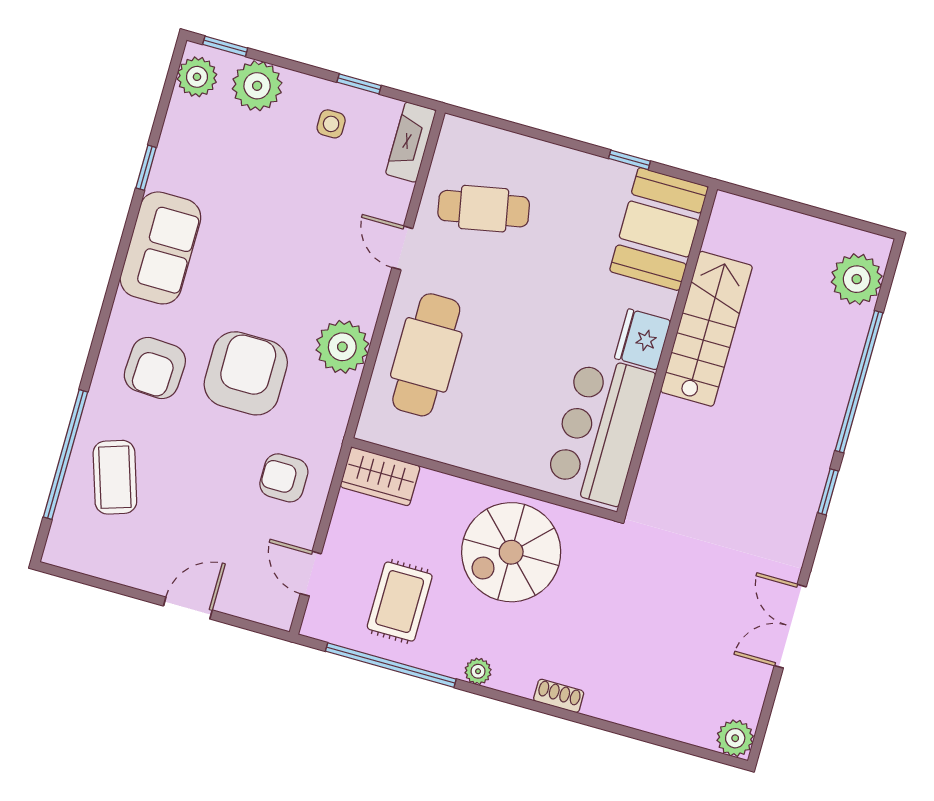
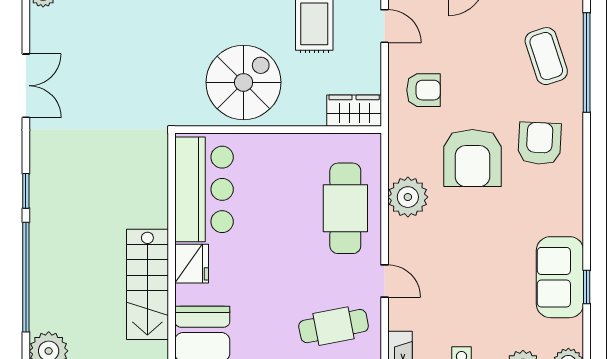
sofa: (160, 248) -> (560, 277), moved

